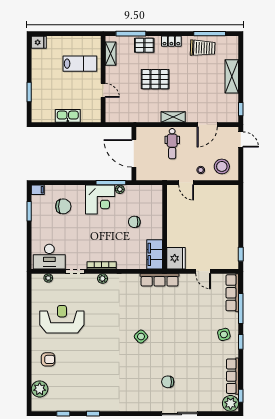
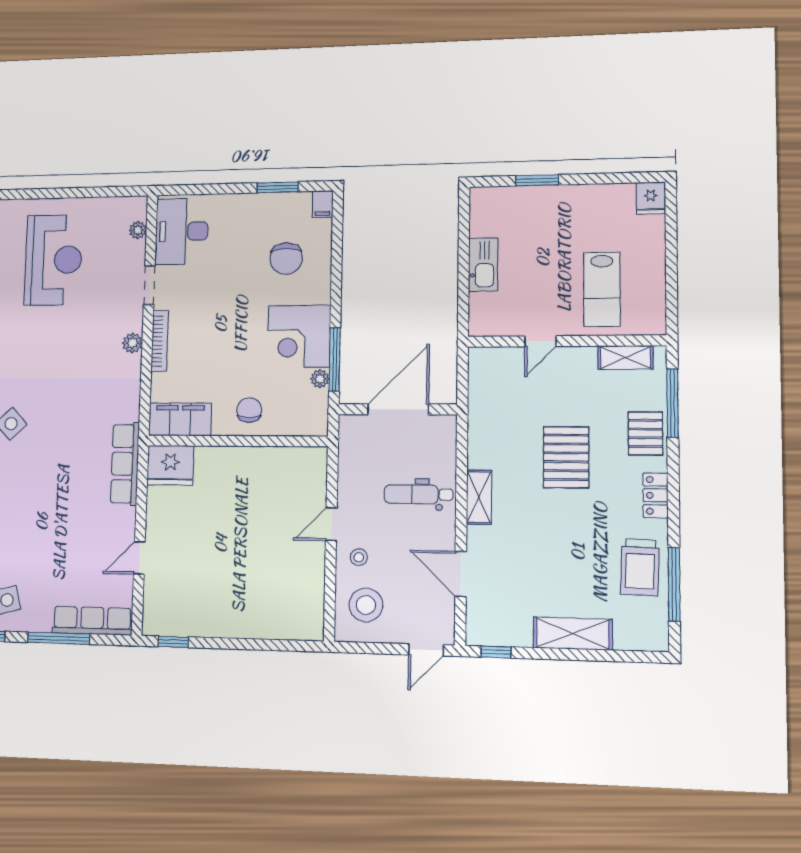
wall: (165, 227) -> (237, 441), moved
filing cabinet: (155, 254) -> (180, 419), moved
fridge: (176, 258) -> (170, 465), moved

